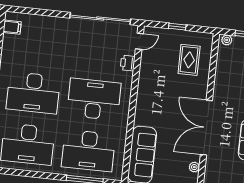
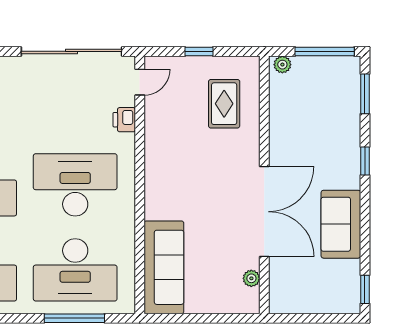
double door: (206, 128) -> (264, 212), swing flipped

